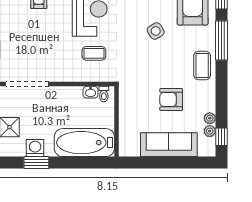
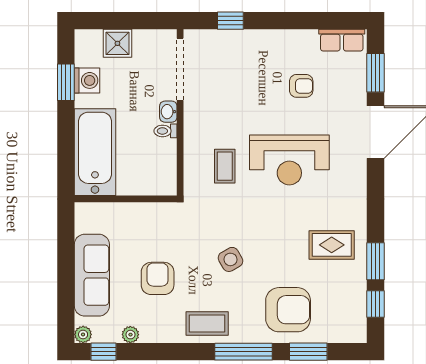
side table: (156, 31) -> (230, 259), moved
washbasin: (91, 92) -> (168, 112), moved
toilet: (104, 94) -> (166, 131), moved
plant: (210, 131) -> (83, 334), moved

